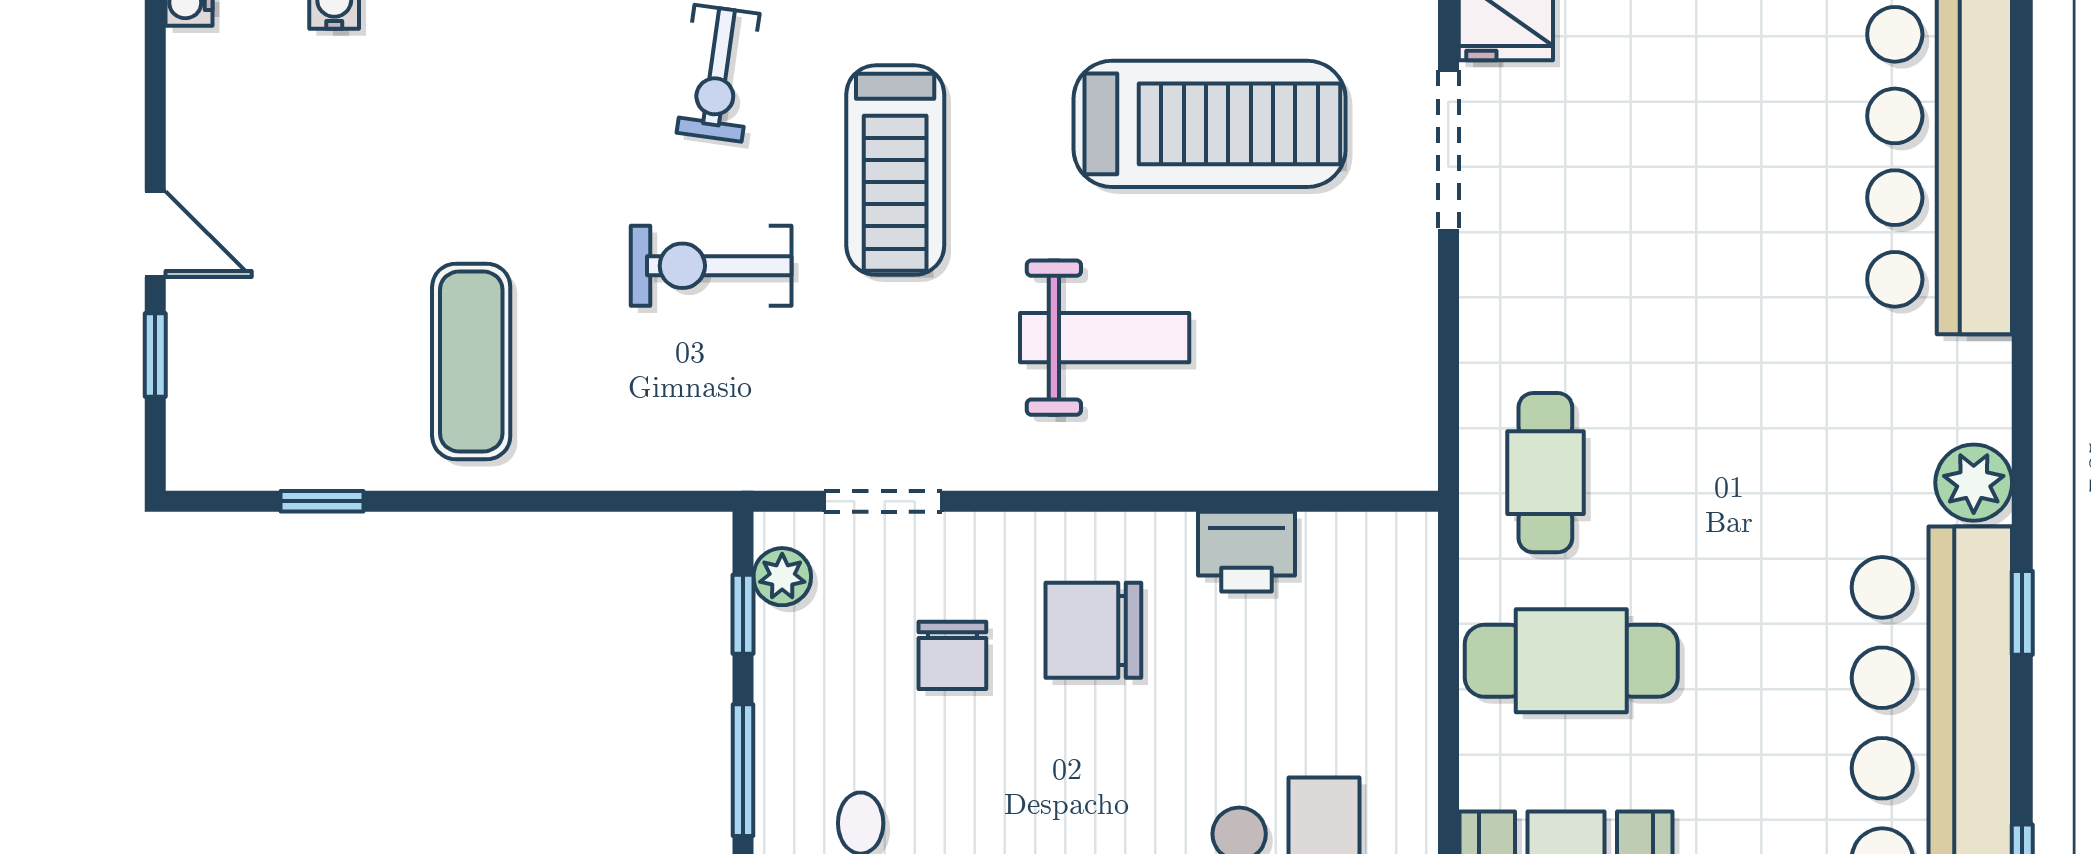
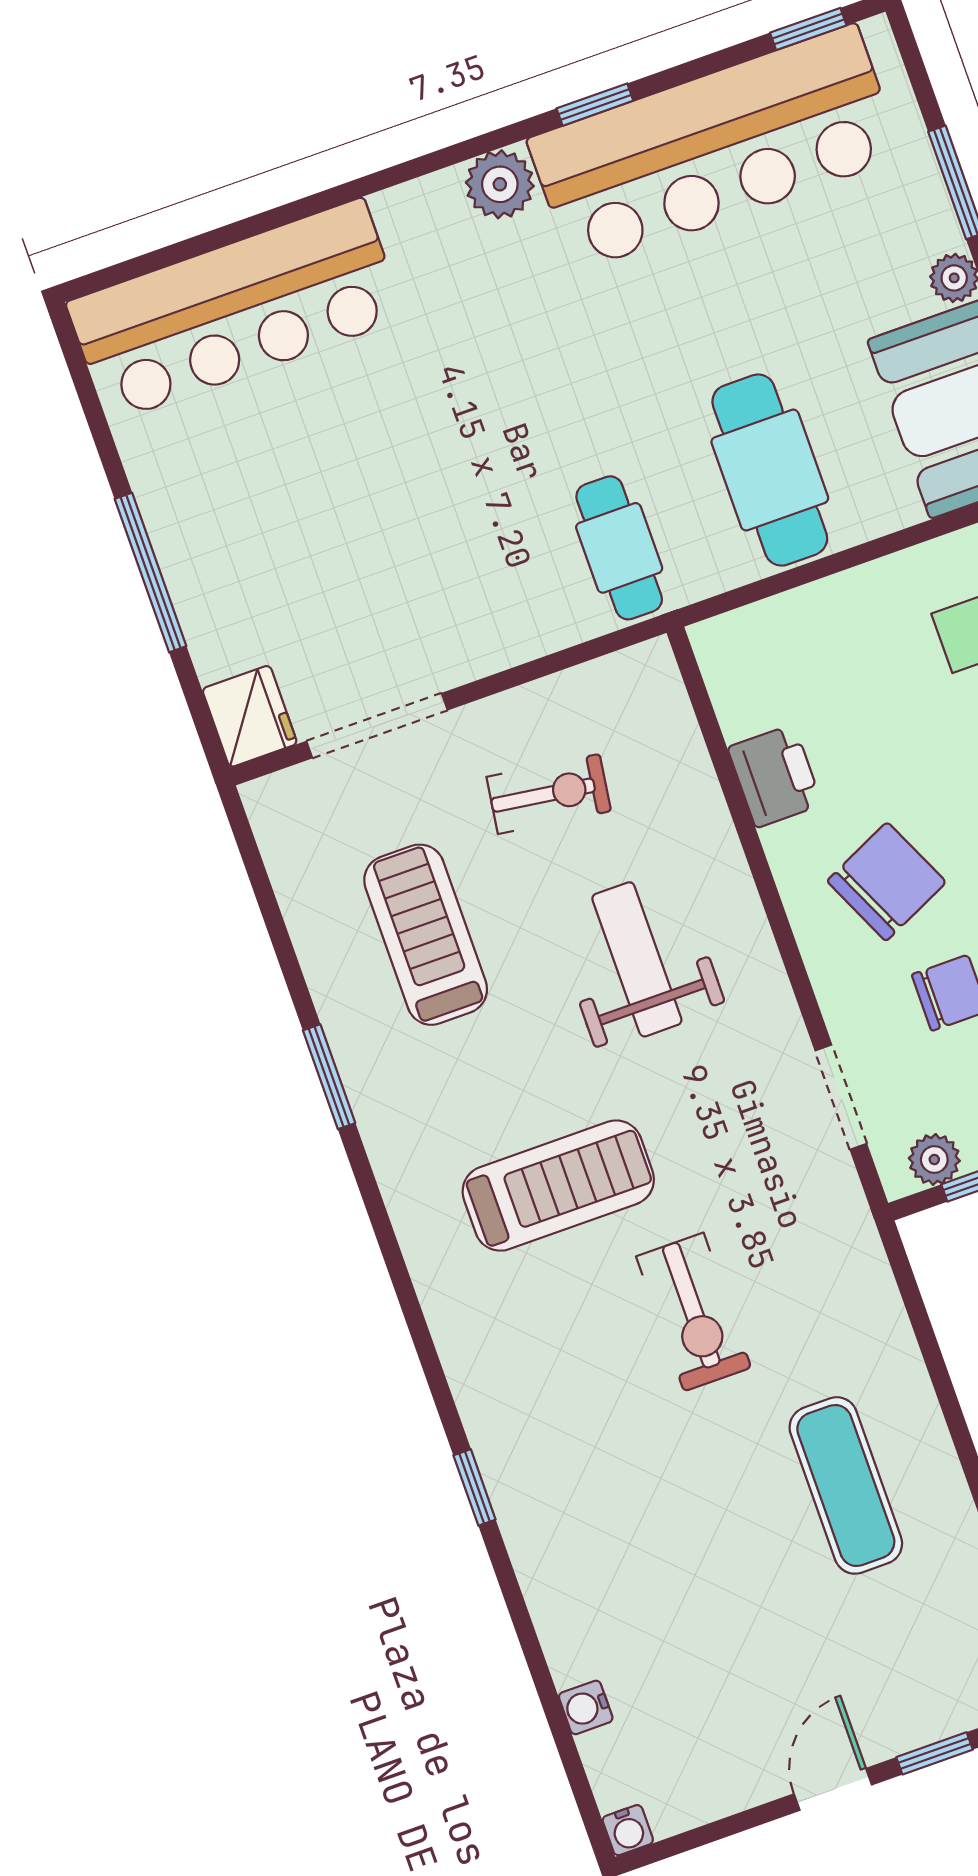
exercise bike: (718, 73) -> (549, 794), moved
treadmill: (1210, 124) -> (426, 935), width x0.73, depth x0.73
exercise mat: (471, 361) -> (846, 1485), turned 90
cafe table: (1545, 473) -> (619, 548), turned 90
chair: (1093, 630) -> (887, 882), turned -115

